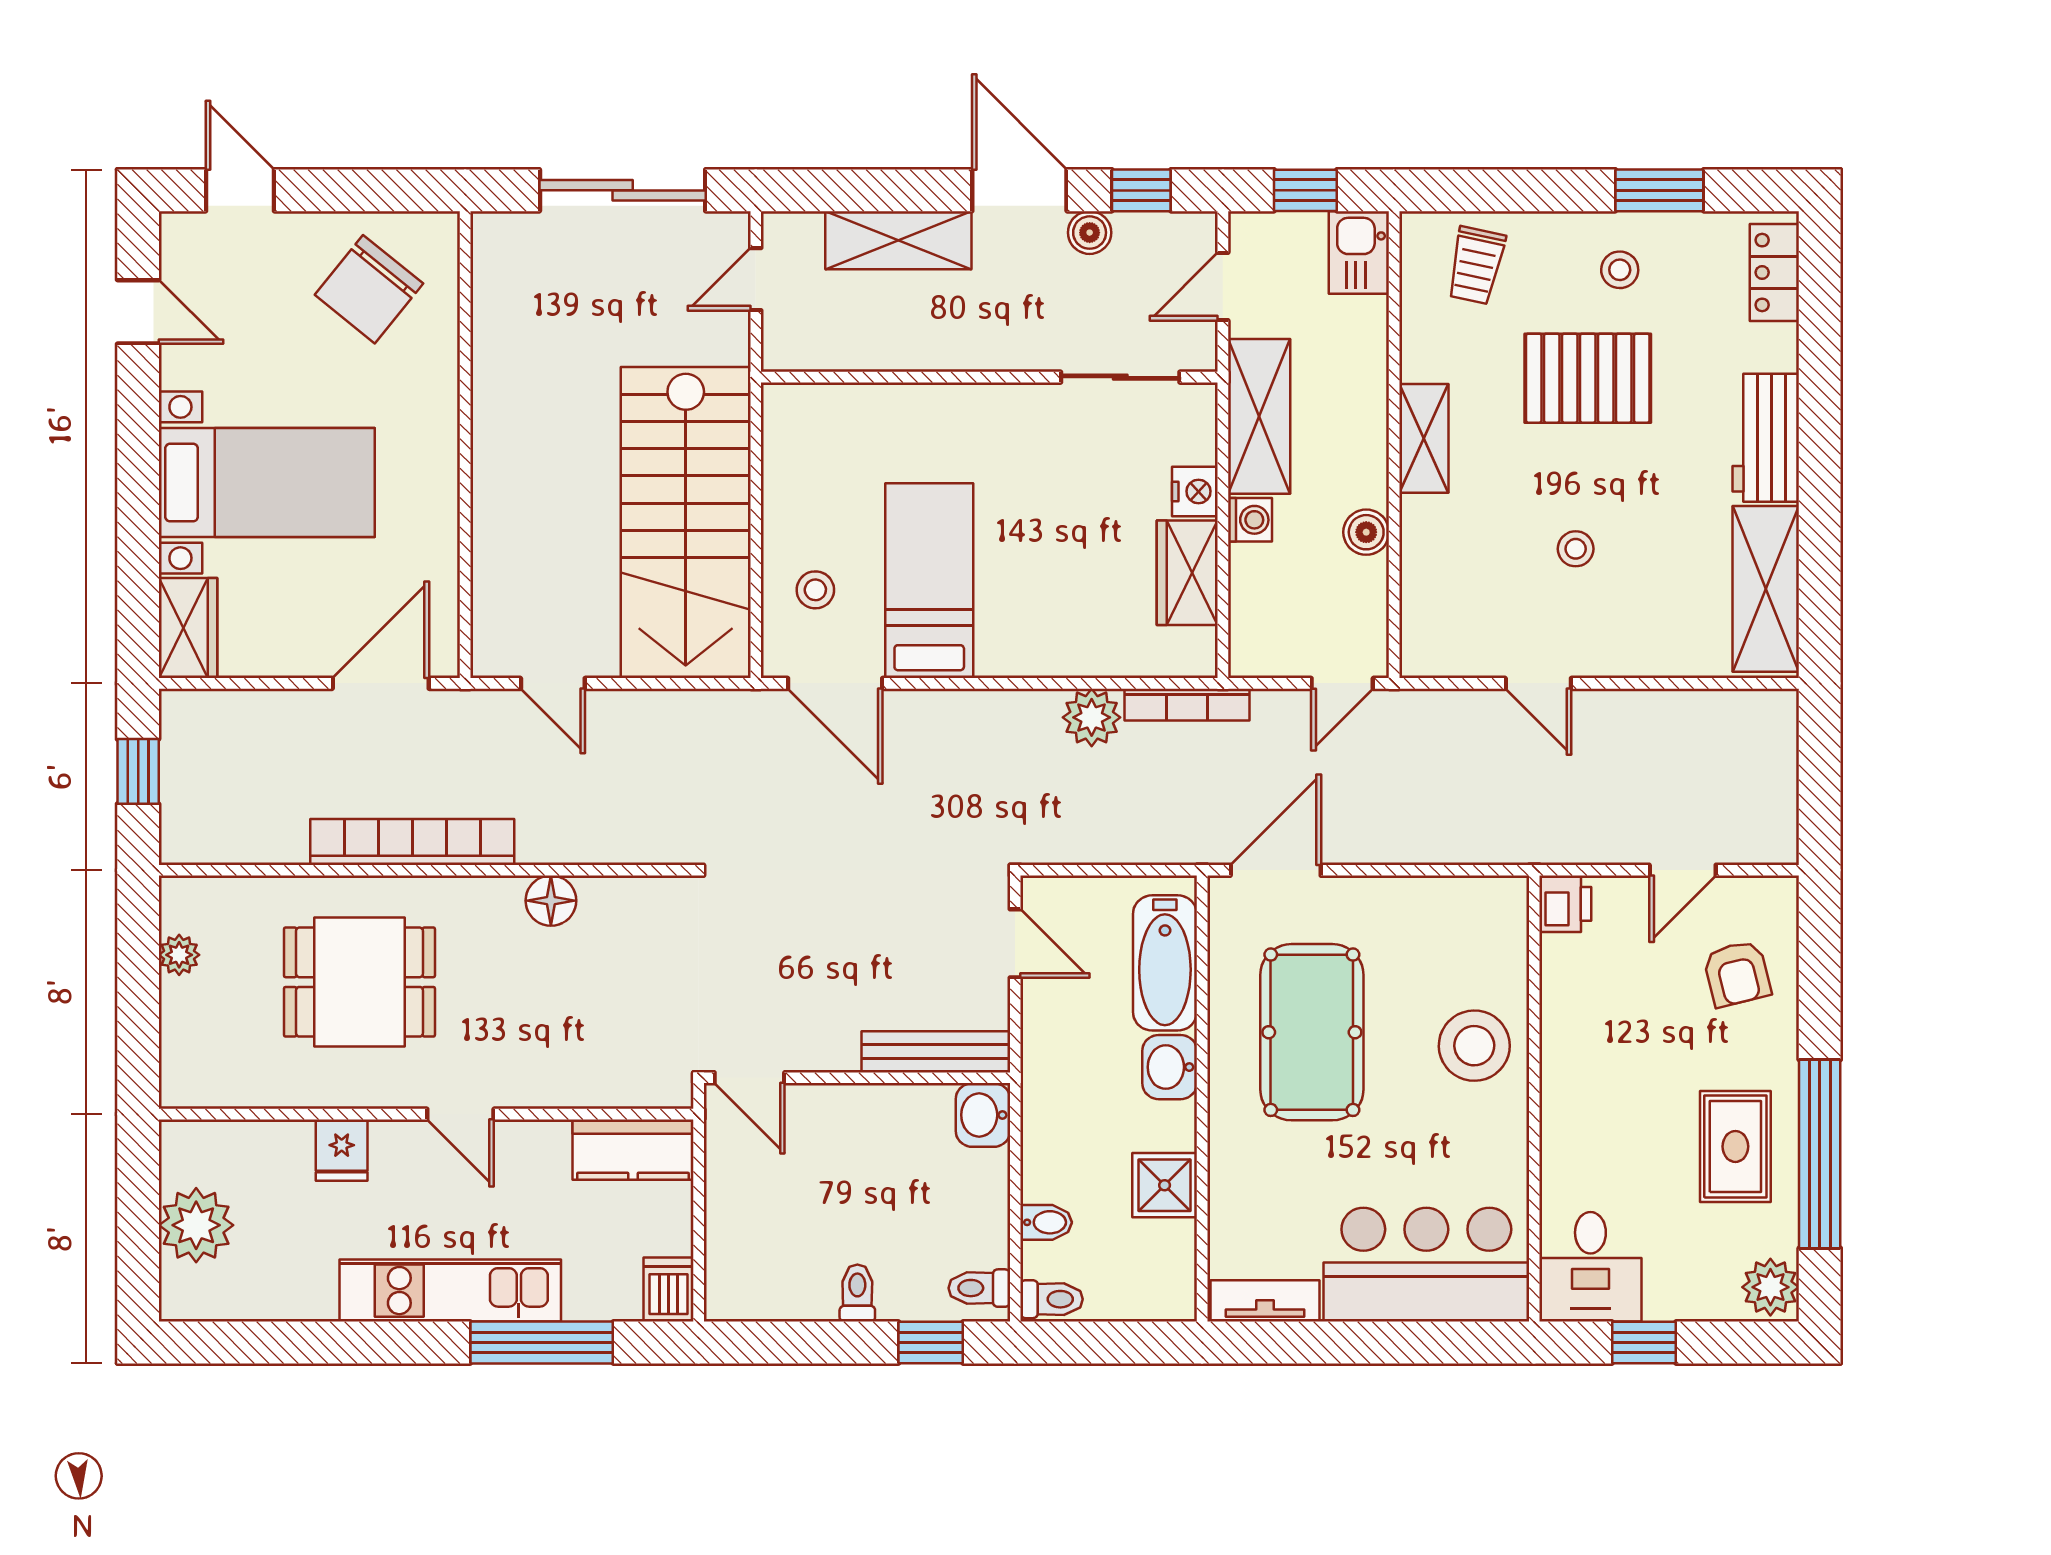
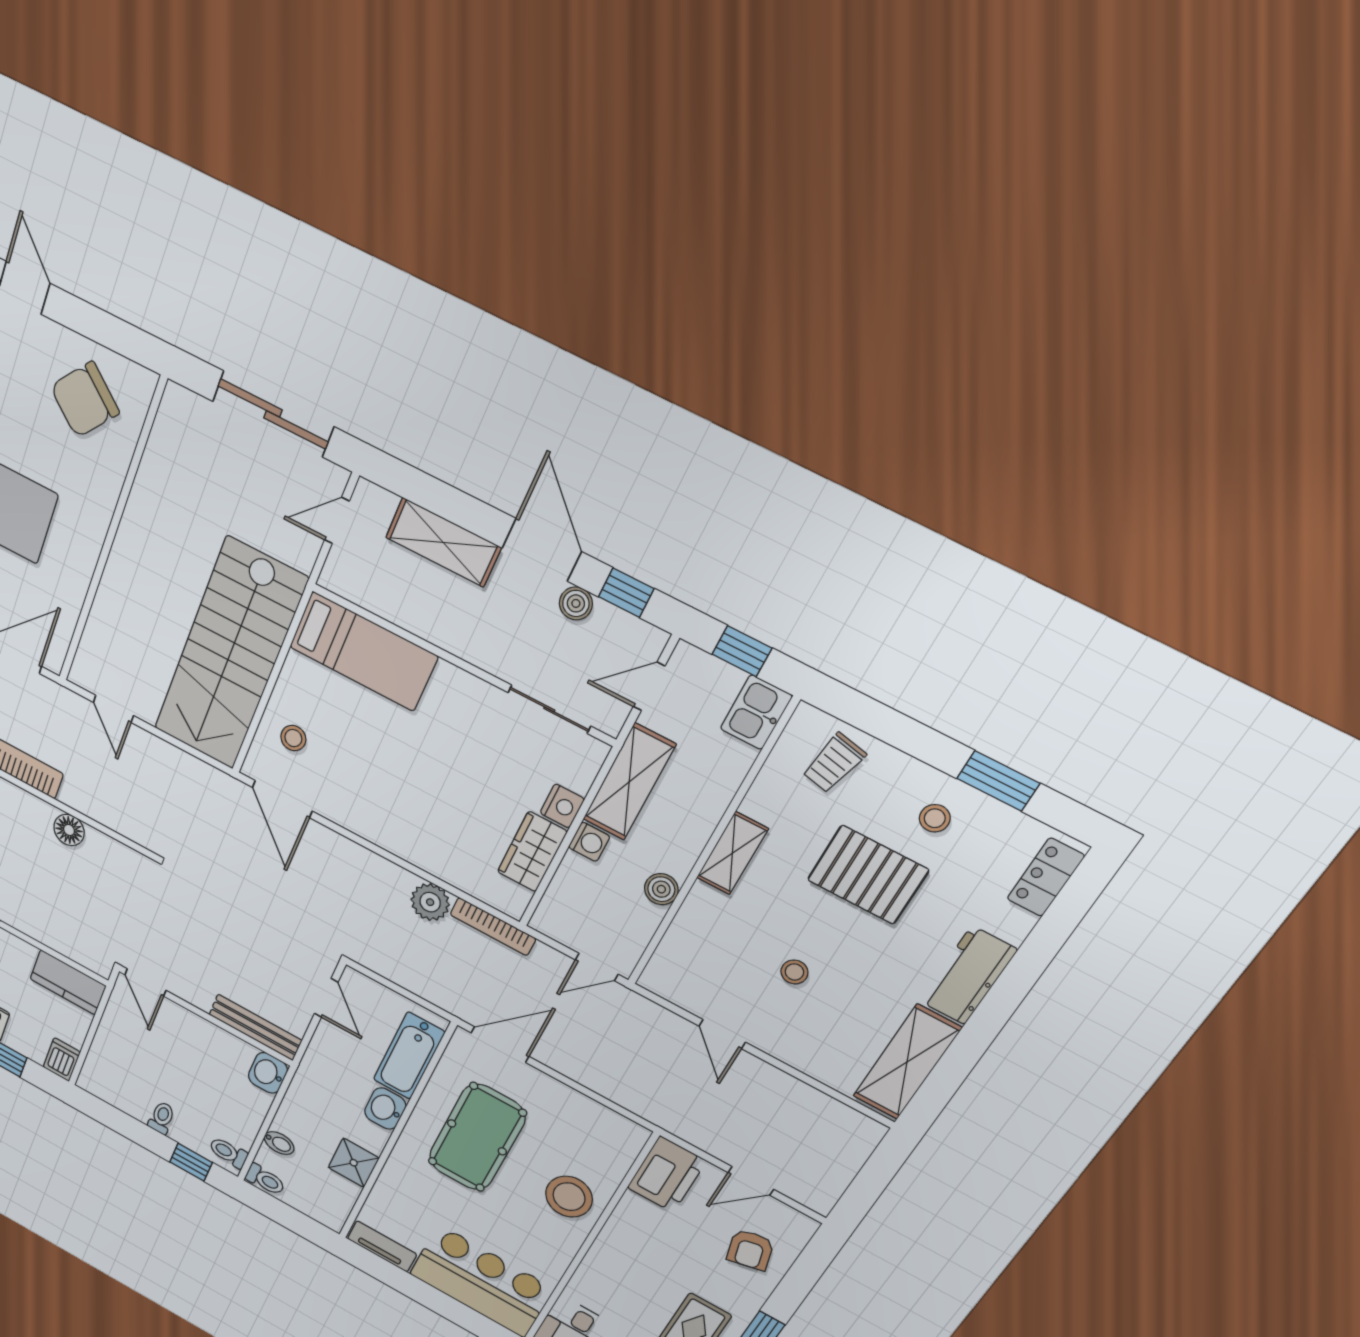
bed: (929, 581) -> (363, 652), moved, turned 90
printer: (1565, 904) -> (667, 1174), width x1.87, depth x1.48

